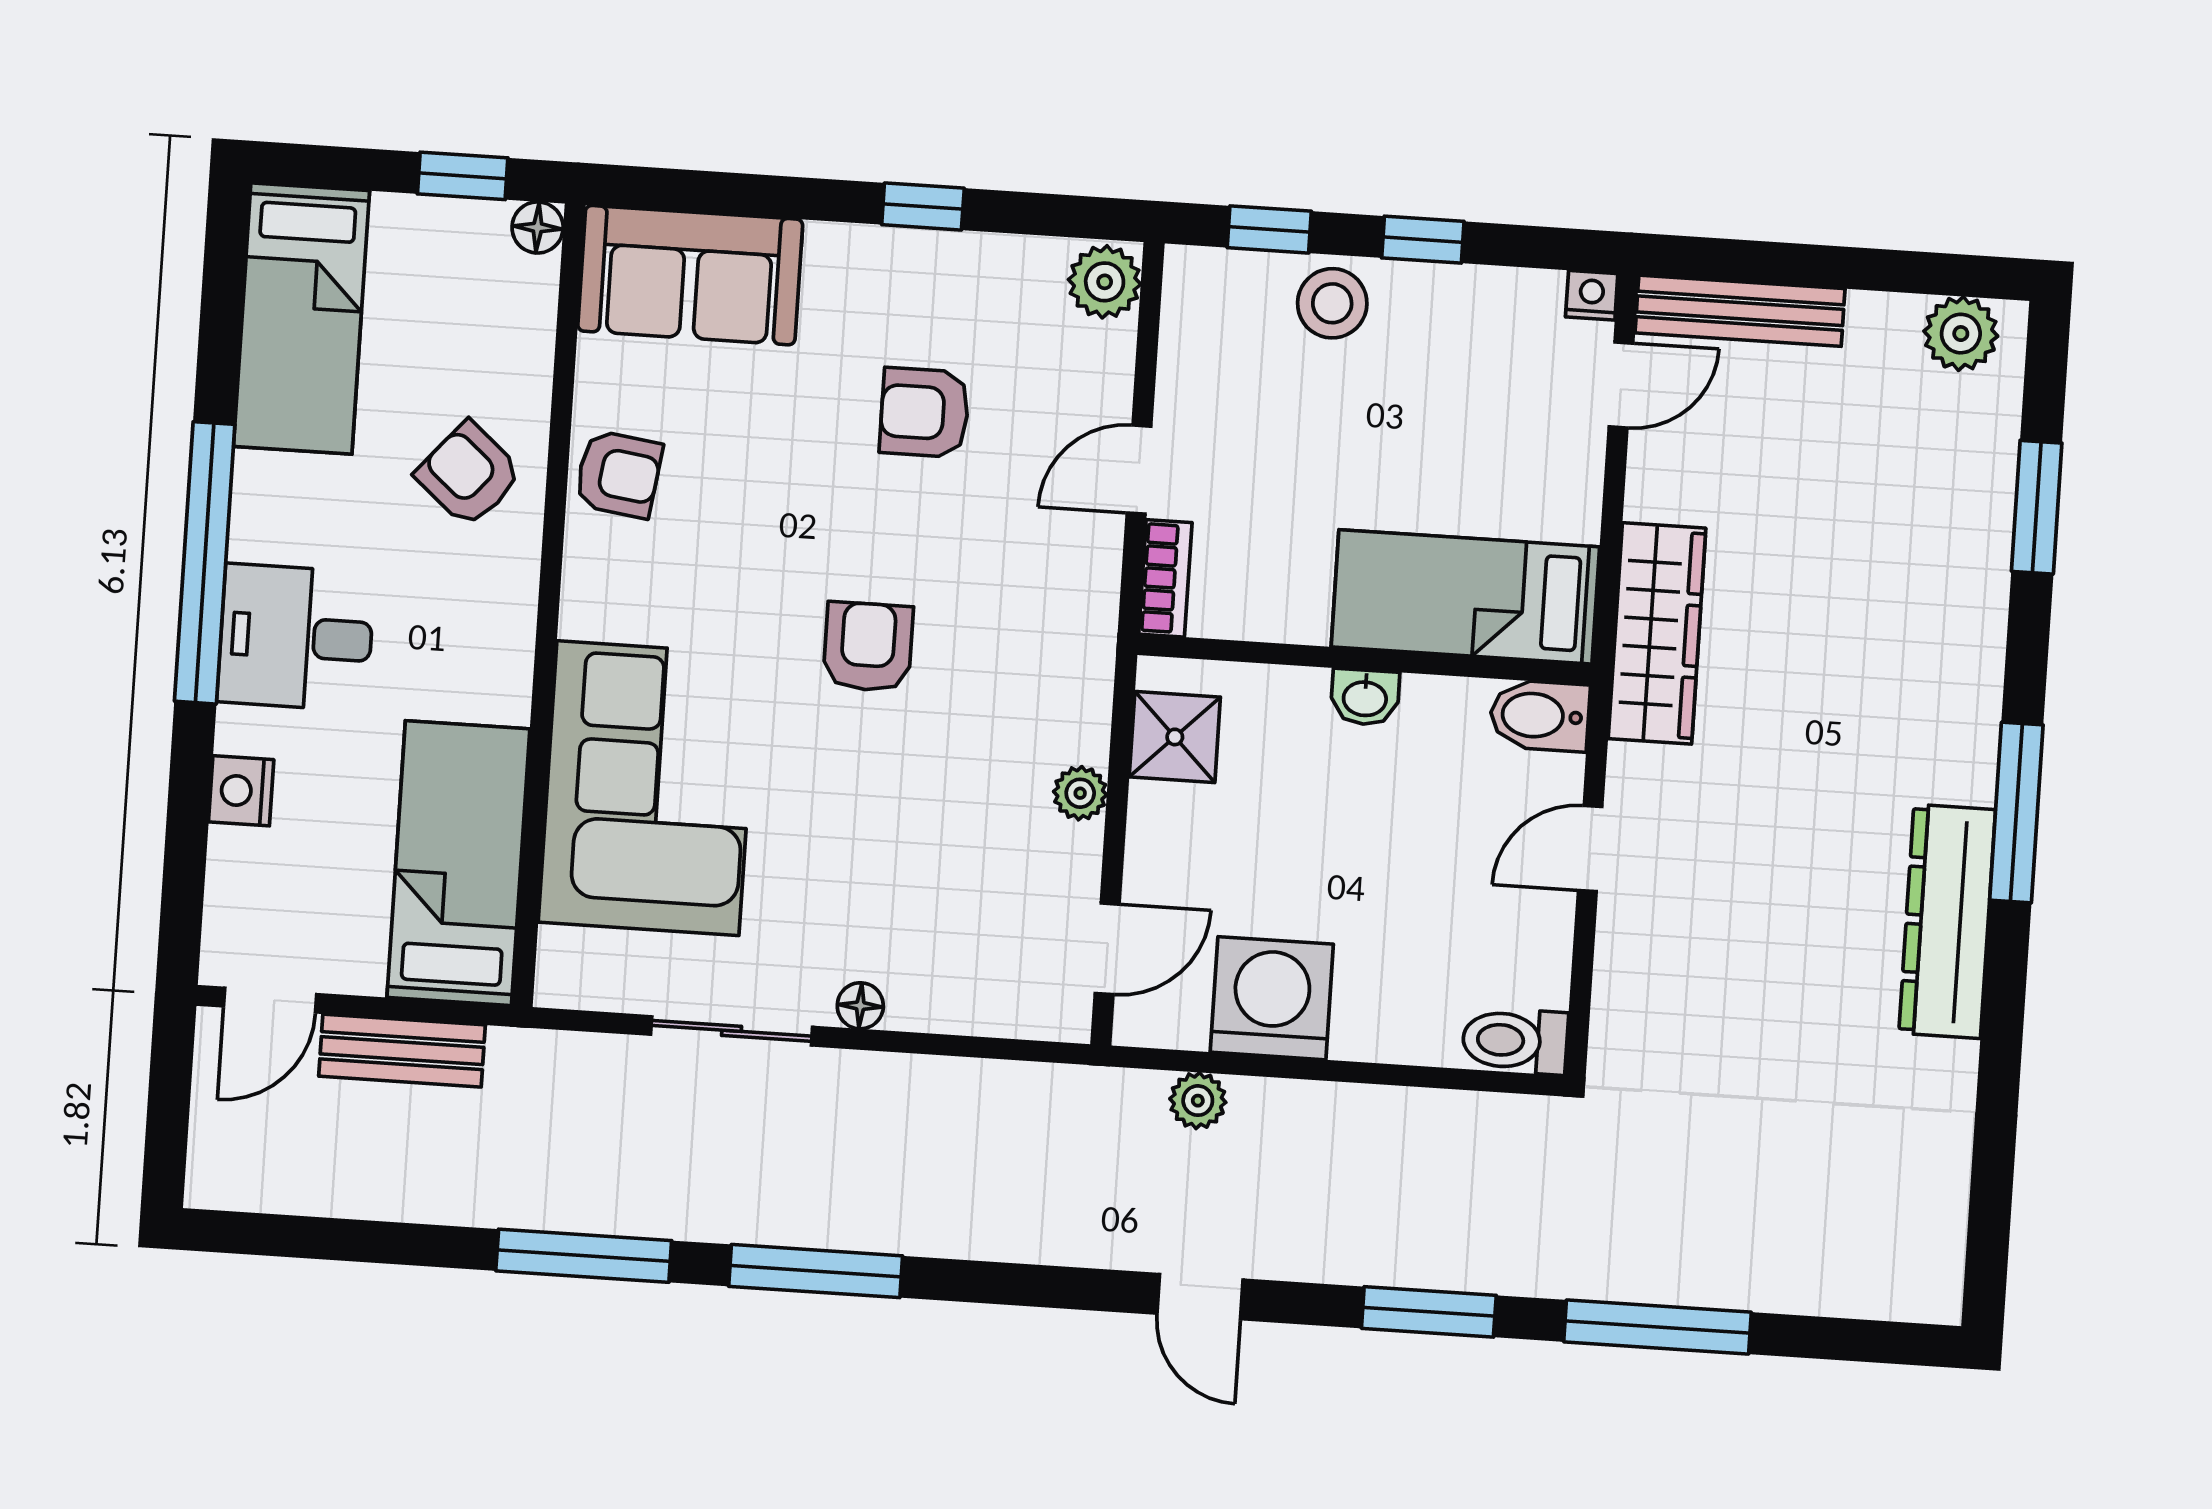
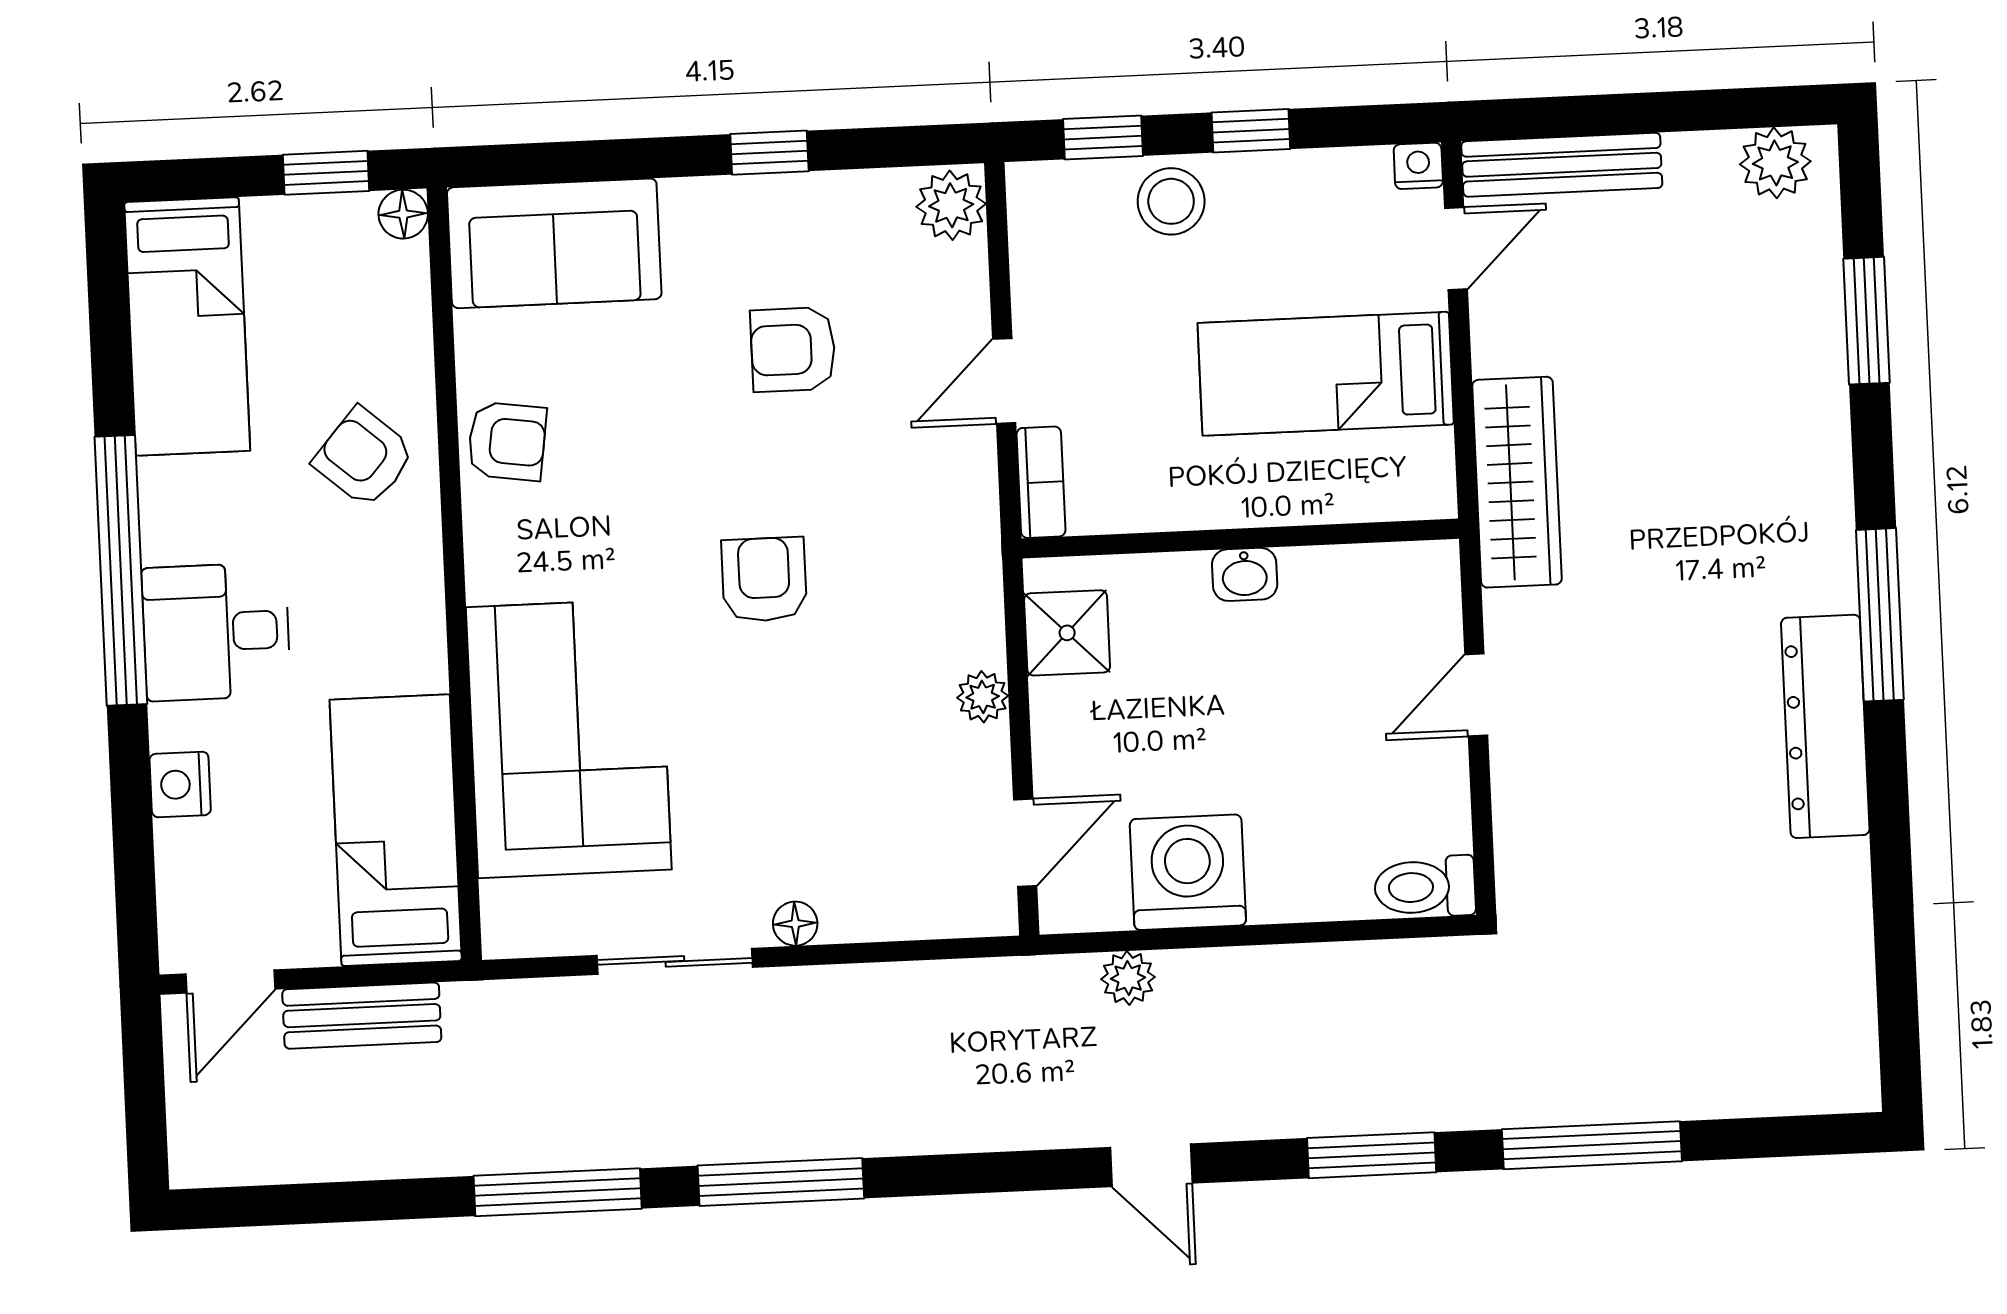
bed: (1465, 597) -> (1326, 374), moved
bidet: (1540, 716) -> (1414, 573), removed

